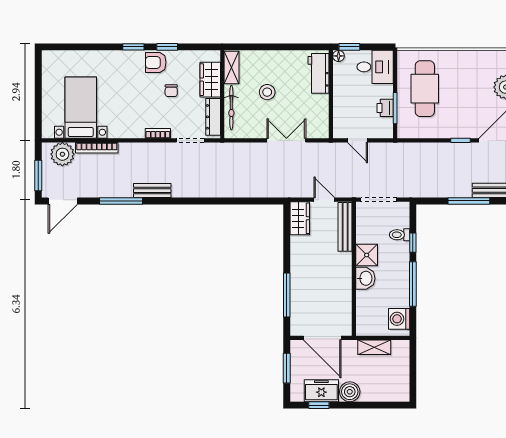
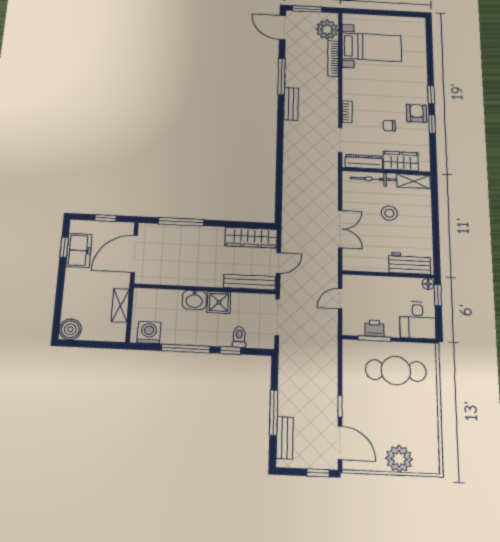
wardrobe: (300, 218) -> (251, 238), width x1.50
window: (287, 368) -> (106, 218), width x0.67
boiler: (350, 392) -> (70, 329), moved

